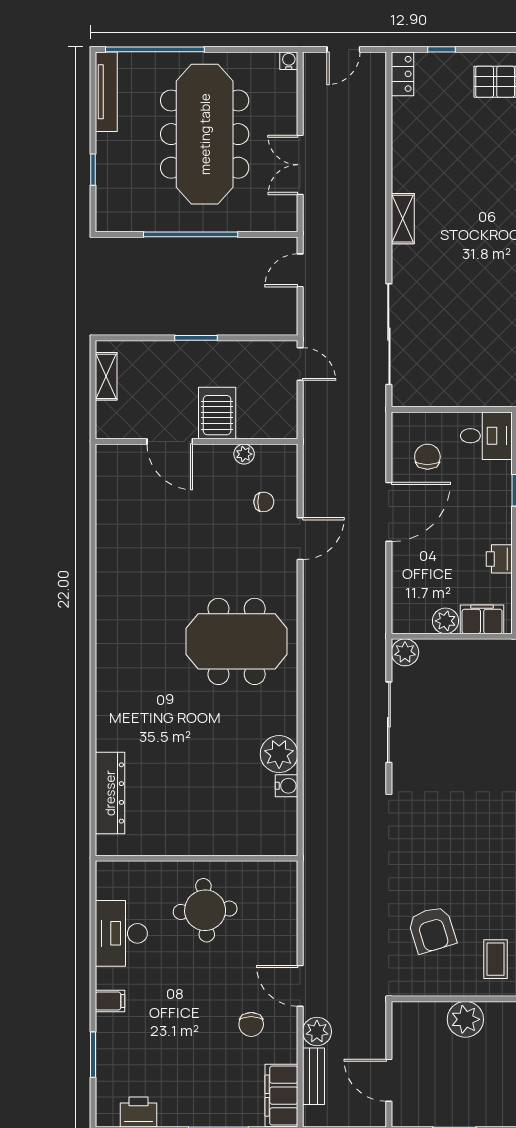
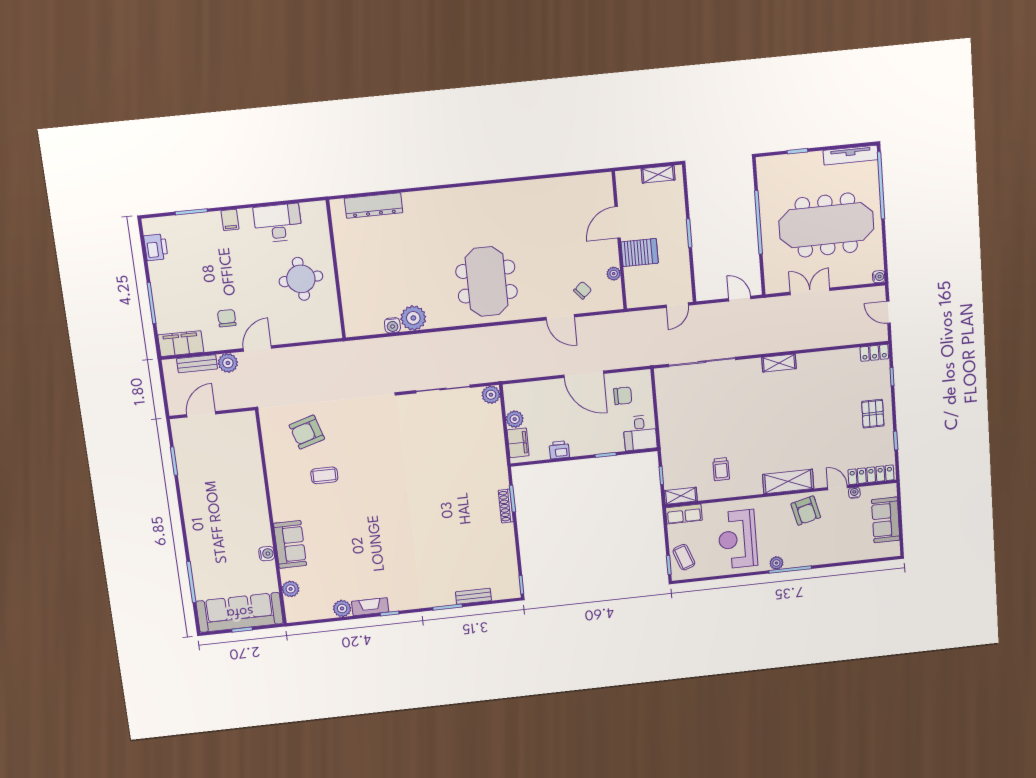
chair: (264, 502) -> (583, 290), turned -131
coffee table: (496, 959) -> (324, 475), moved
plant: (465, 1019) -> (249, 460), removed
chair: (251, 1024) -> (227, 318), turned 90

